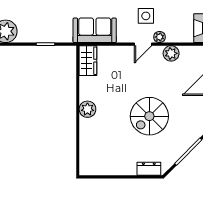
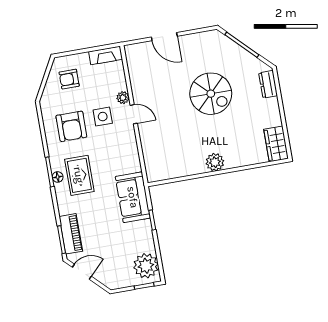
sofa: (95, 30) -> (133, 197), moved
plant: (171, 53) -> (139, 82), removed
wardrobe: (88, 61) -> (276, 144), moved, turned -90

